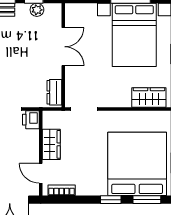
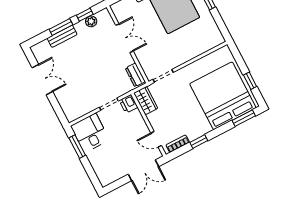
wardrobe: (149, 97) -> (206, 43), removed
wardrobe: (51, 144) -> (146, 101), moved
window: (111, 200) -> (199, 142), moved

